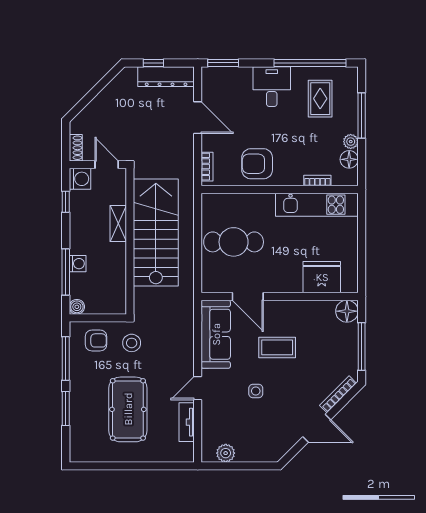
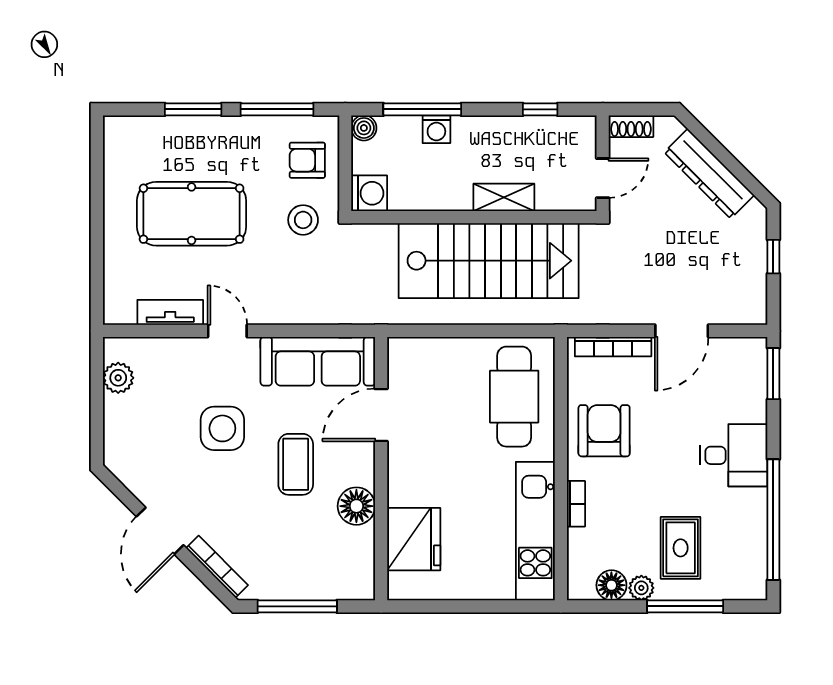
dresser: (166, 77) -> (709, 174), moved, turned -45
rug: (320, 99) -> (681, 548), moved, turned 90
bookcase: (207, 167) -> (613, 347), width x1.56
washing machine: (80, 179) -> (369, 193), moved, turned -90
bookcase: (317, 181) -> (576, 504), moved
cafe table: (234, 242) -> (514, 397), moved
floor lamp: (347, 311) -> (356, 506), moved
armchair: (96, 340) -> (307, 160), turned 90
side table: (256, 391) -> (222, 428), width x1.87, depth x1.87

